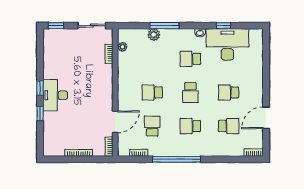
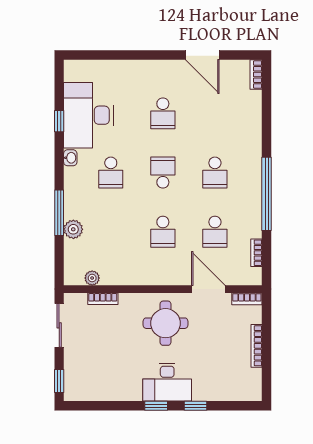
school desk: (190, 92) -> (163, 173), turned -90
round table: (93, 94) -> (165, 323), added
school desk: (152, 126) -> (215, 232), turned -90
school desk: (229, 126) -> (215, 113), removed

